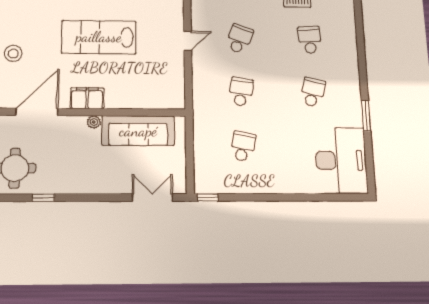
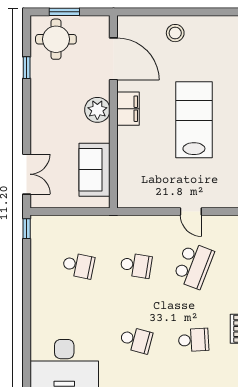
school desk: (239, 39) -> (194, 265), width x1.85
plant: (94, 122) -> (97, 110), width x1.87, depth x1.87
sofa: (138, 131) -> (95, 170), width x0.73

